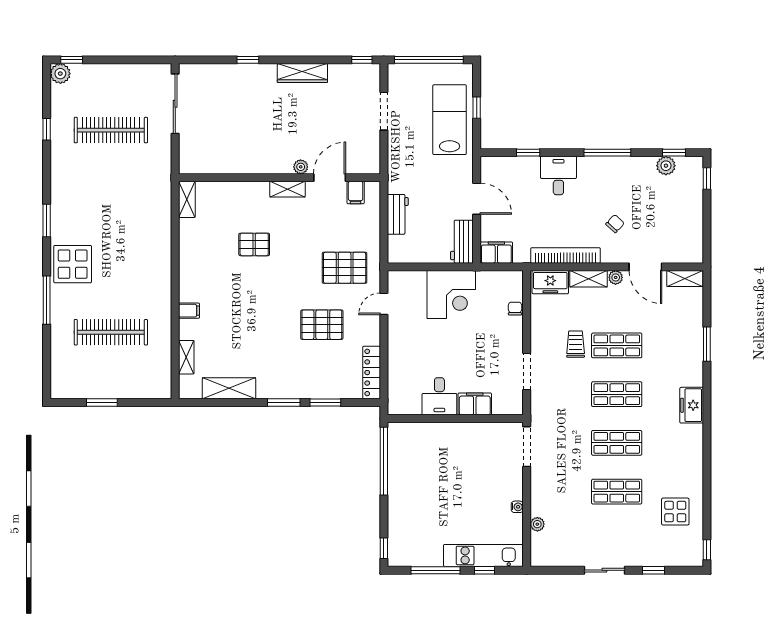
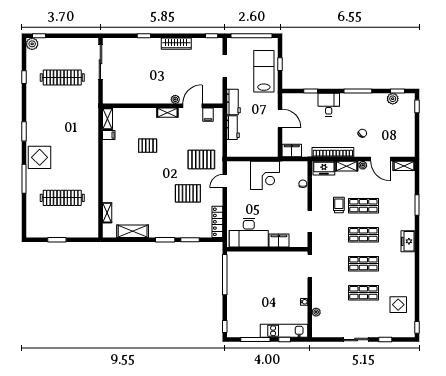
workbench: (462, 242) -> (234, 102), moved, turned 180
filing cabinet: (189, 311) -> (109, 135), moved
desk: (439, 396) -> (249, 233), width x1.87, depth x1.30

